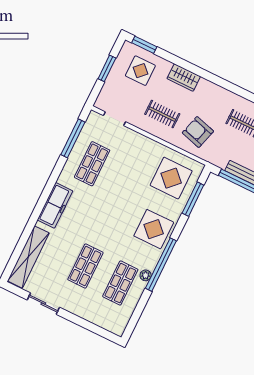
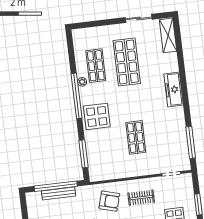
shop shelf: (92, 164) -> (136, 137), moved
display table: (171, 178) -> (107, 158), removed
shelving: (28, 257) -> (168, 35), width x0.68
shop shelf: (85, 266) -> (127, 62), width x1.43, depth x1.36

